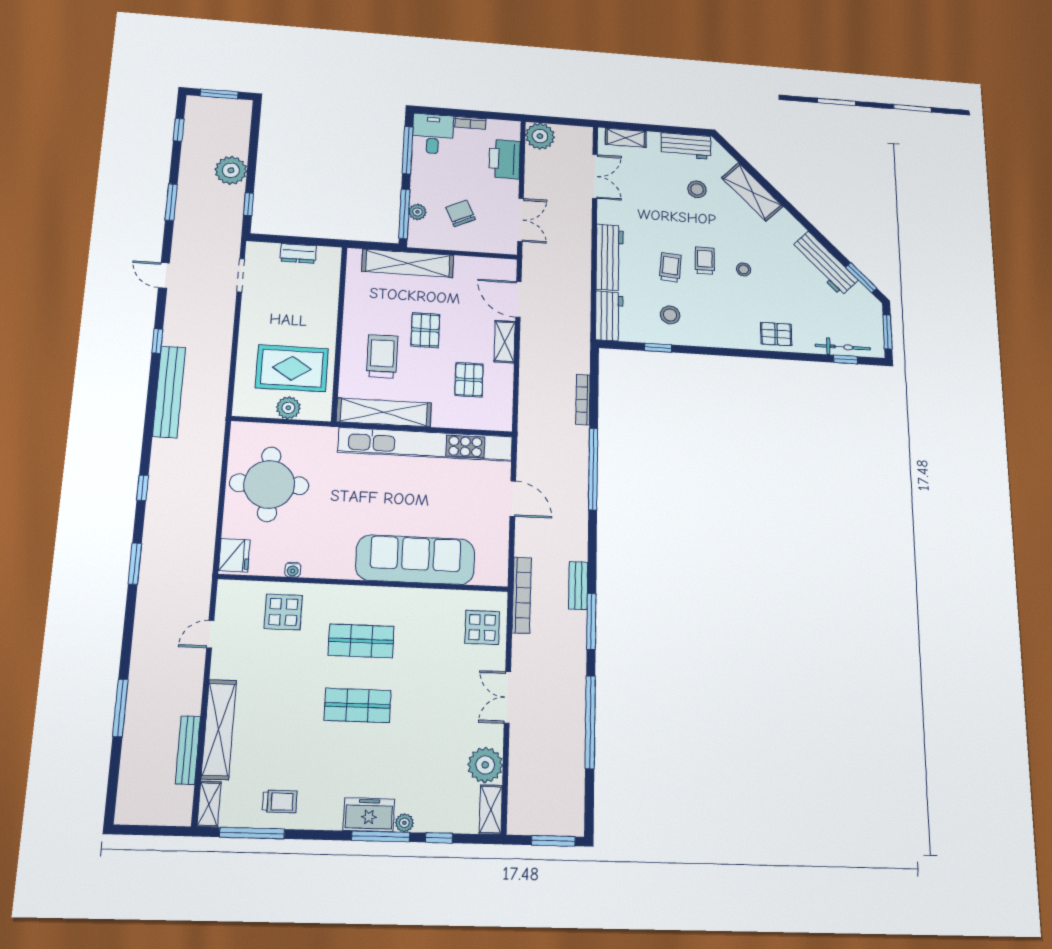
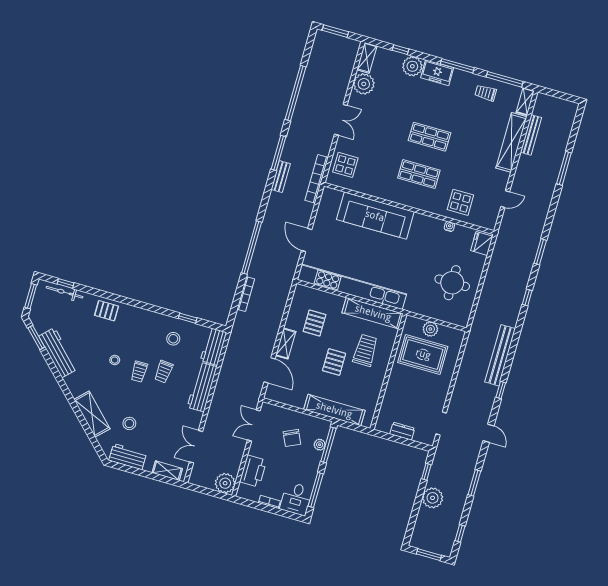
trolley: (382, 356) -> (365, 350), turned 180
round table: (269, 484) -> (452, 283), width x0.73, depth x0.73
plant: (404, 823) -> (412, 66), width x1.88, depth x1.88
window: (381, 836) -> (457, 66), moved

